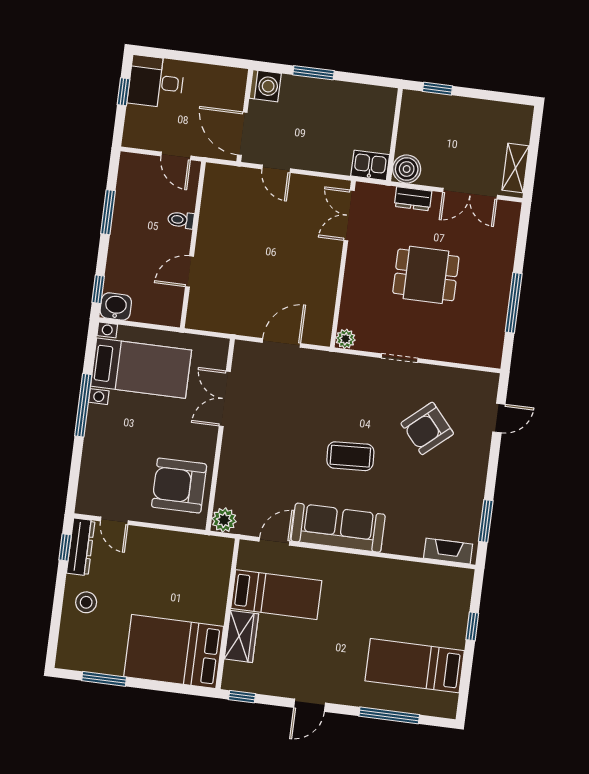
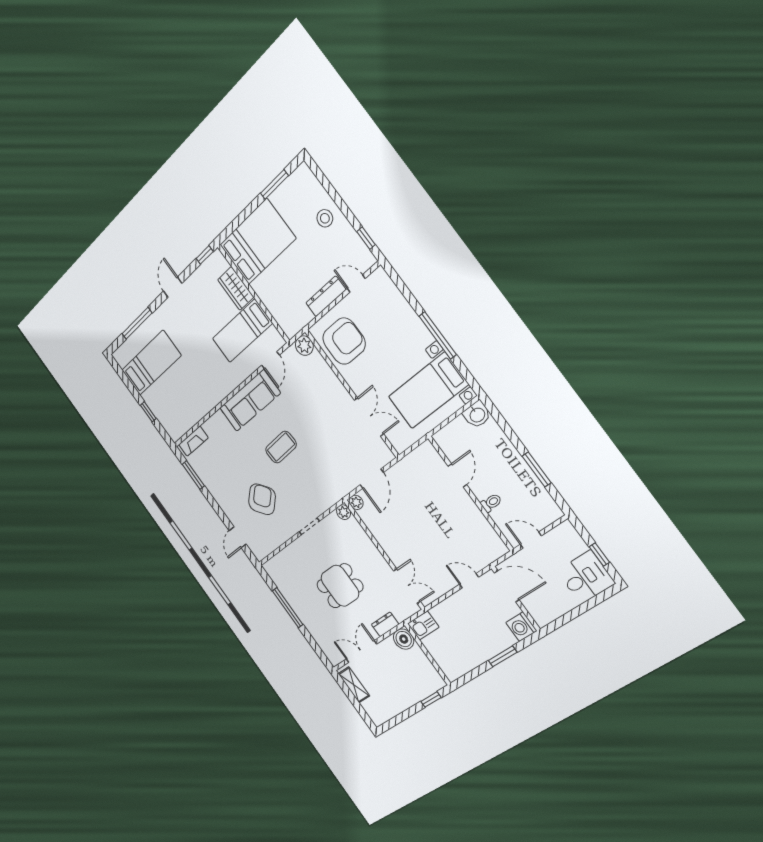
window: (98, 289) -> (497, 416), removed
plant: (322, 336) -> (356, 502), added
dresser: (81, 547) -> (326, 296), moved, turned 90

